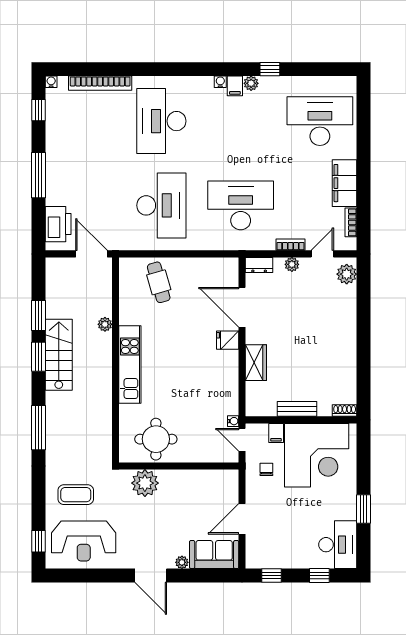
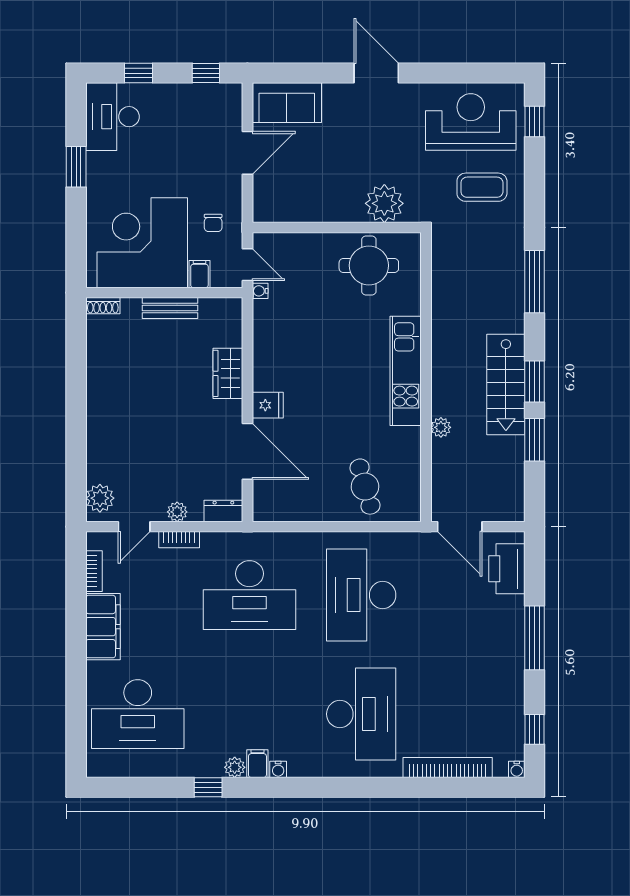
plant: (182, 562) -> (332, 92), removed

